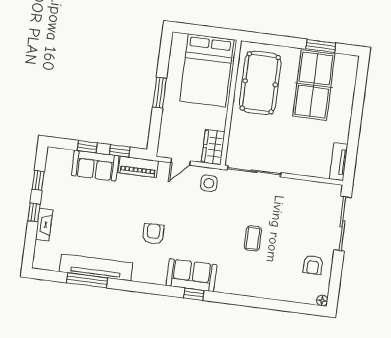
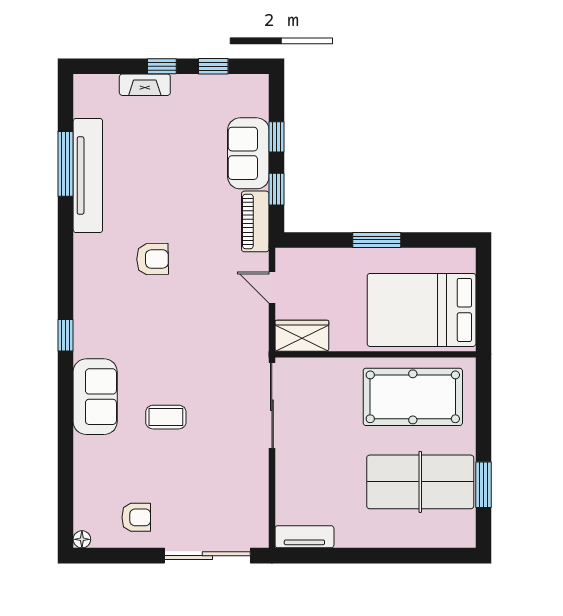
side table: (209, 183) -> (244, 336), removed
armchair: (313, 265) -> (136, 517), turned 180
sofa: (191, 275) -> (95, 397), moved

